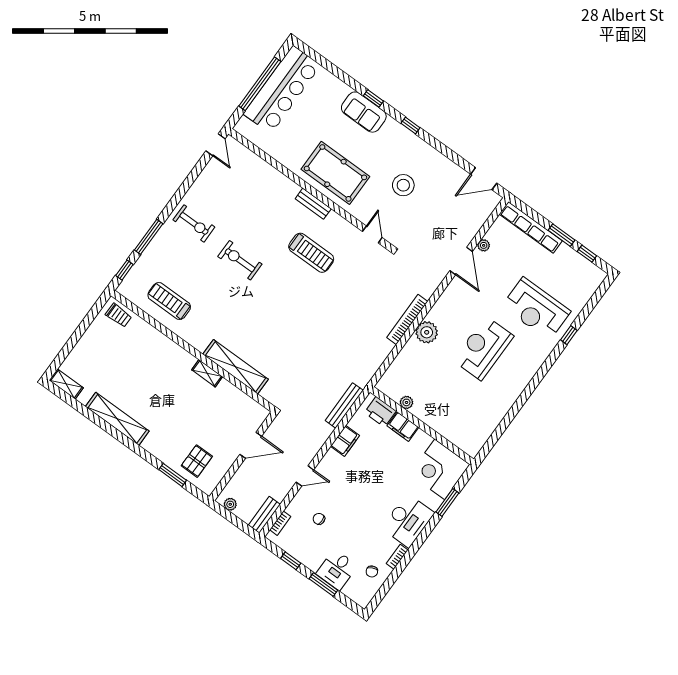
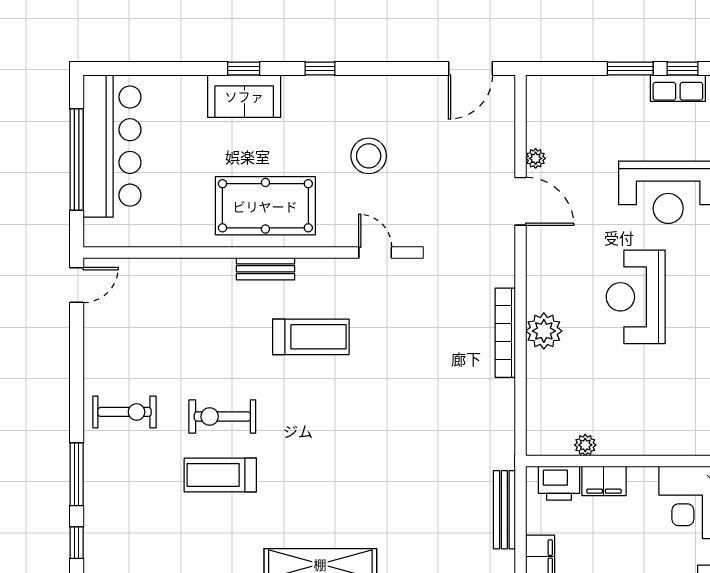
door: (215, 145) -> (77, 285), hinge flipped
row of seats: (531, 227) -> (678, 88), moved, width x0.50
treadmill: (169, 301) -> (220, 475), moved

